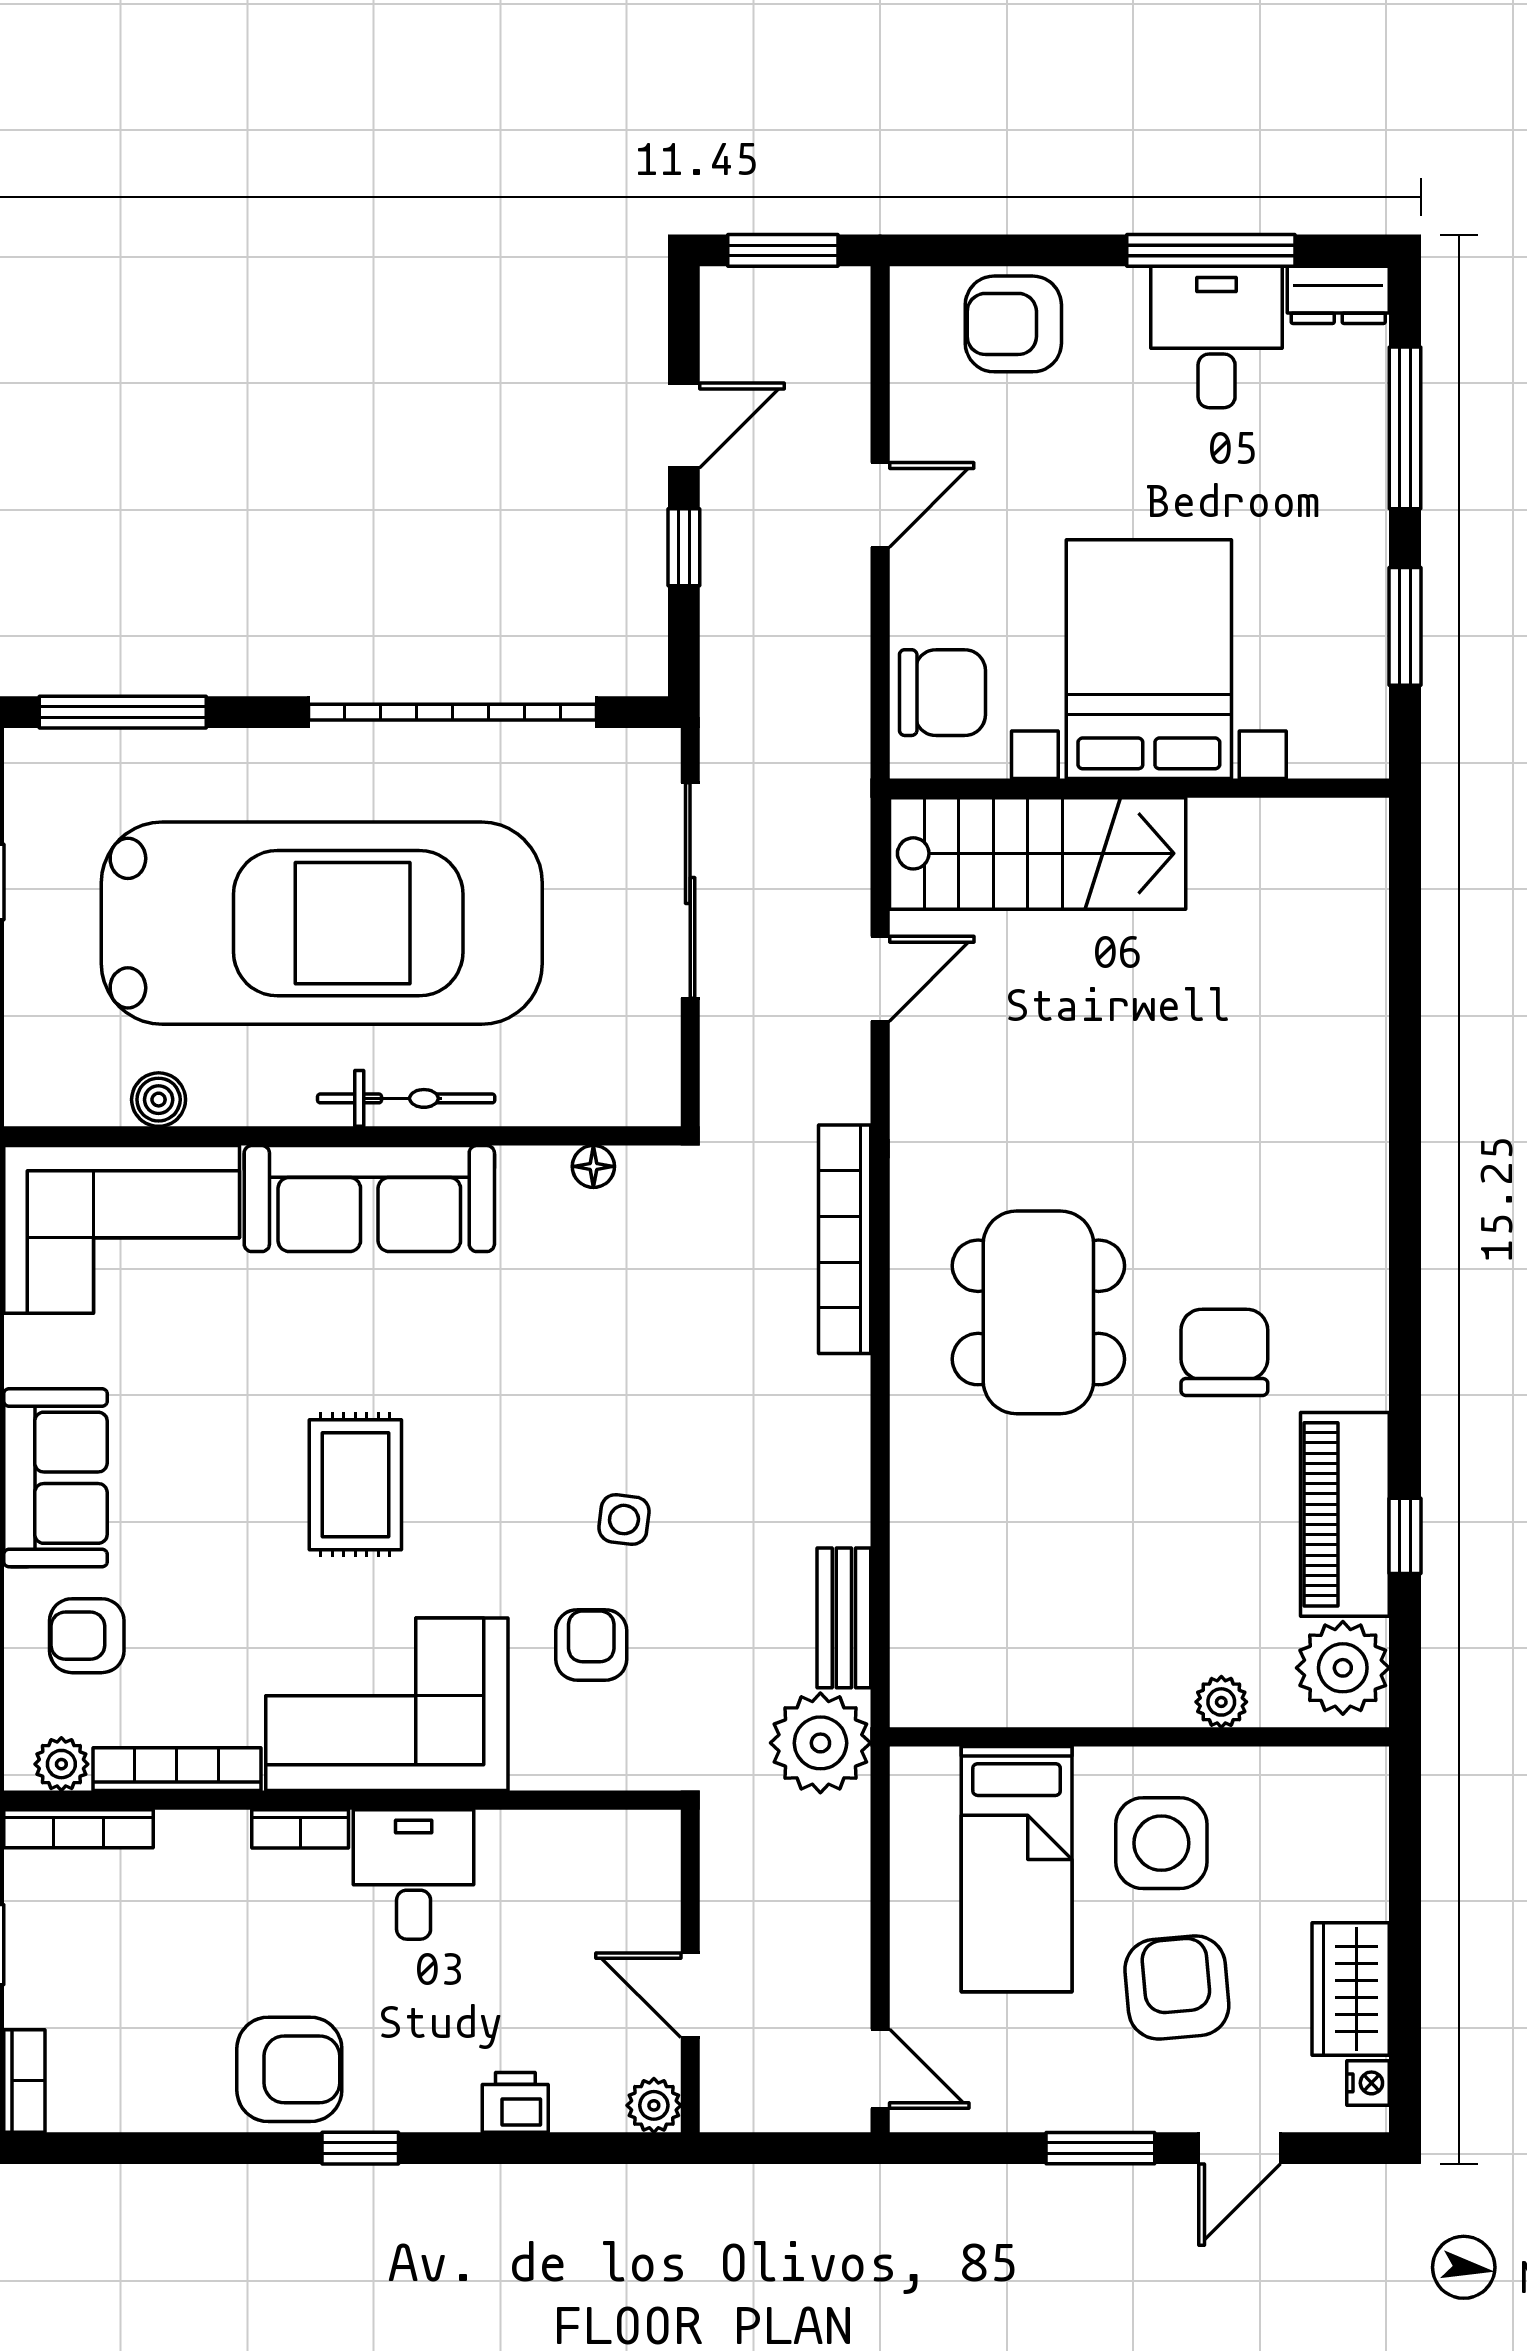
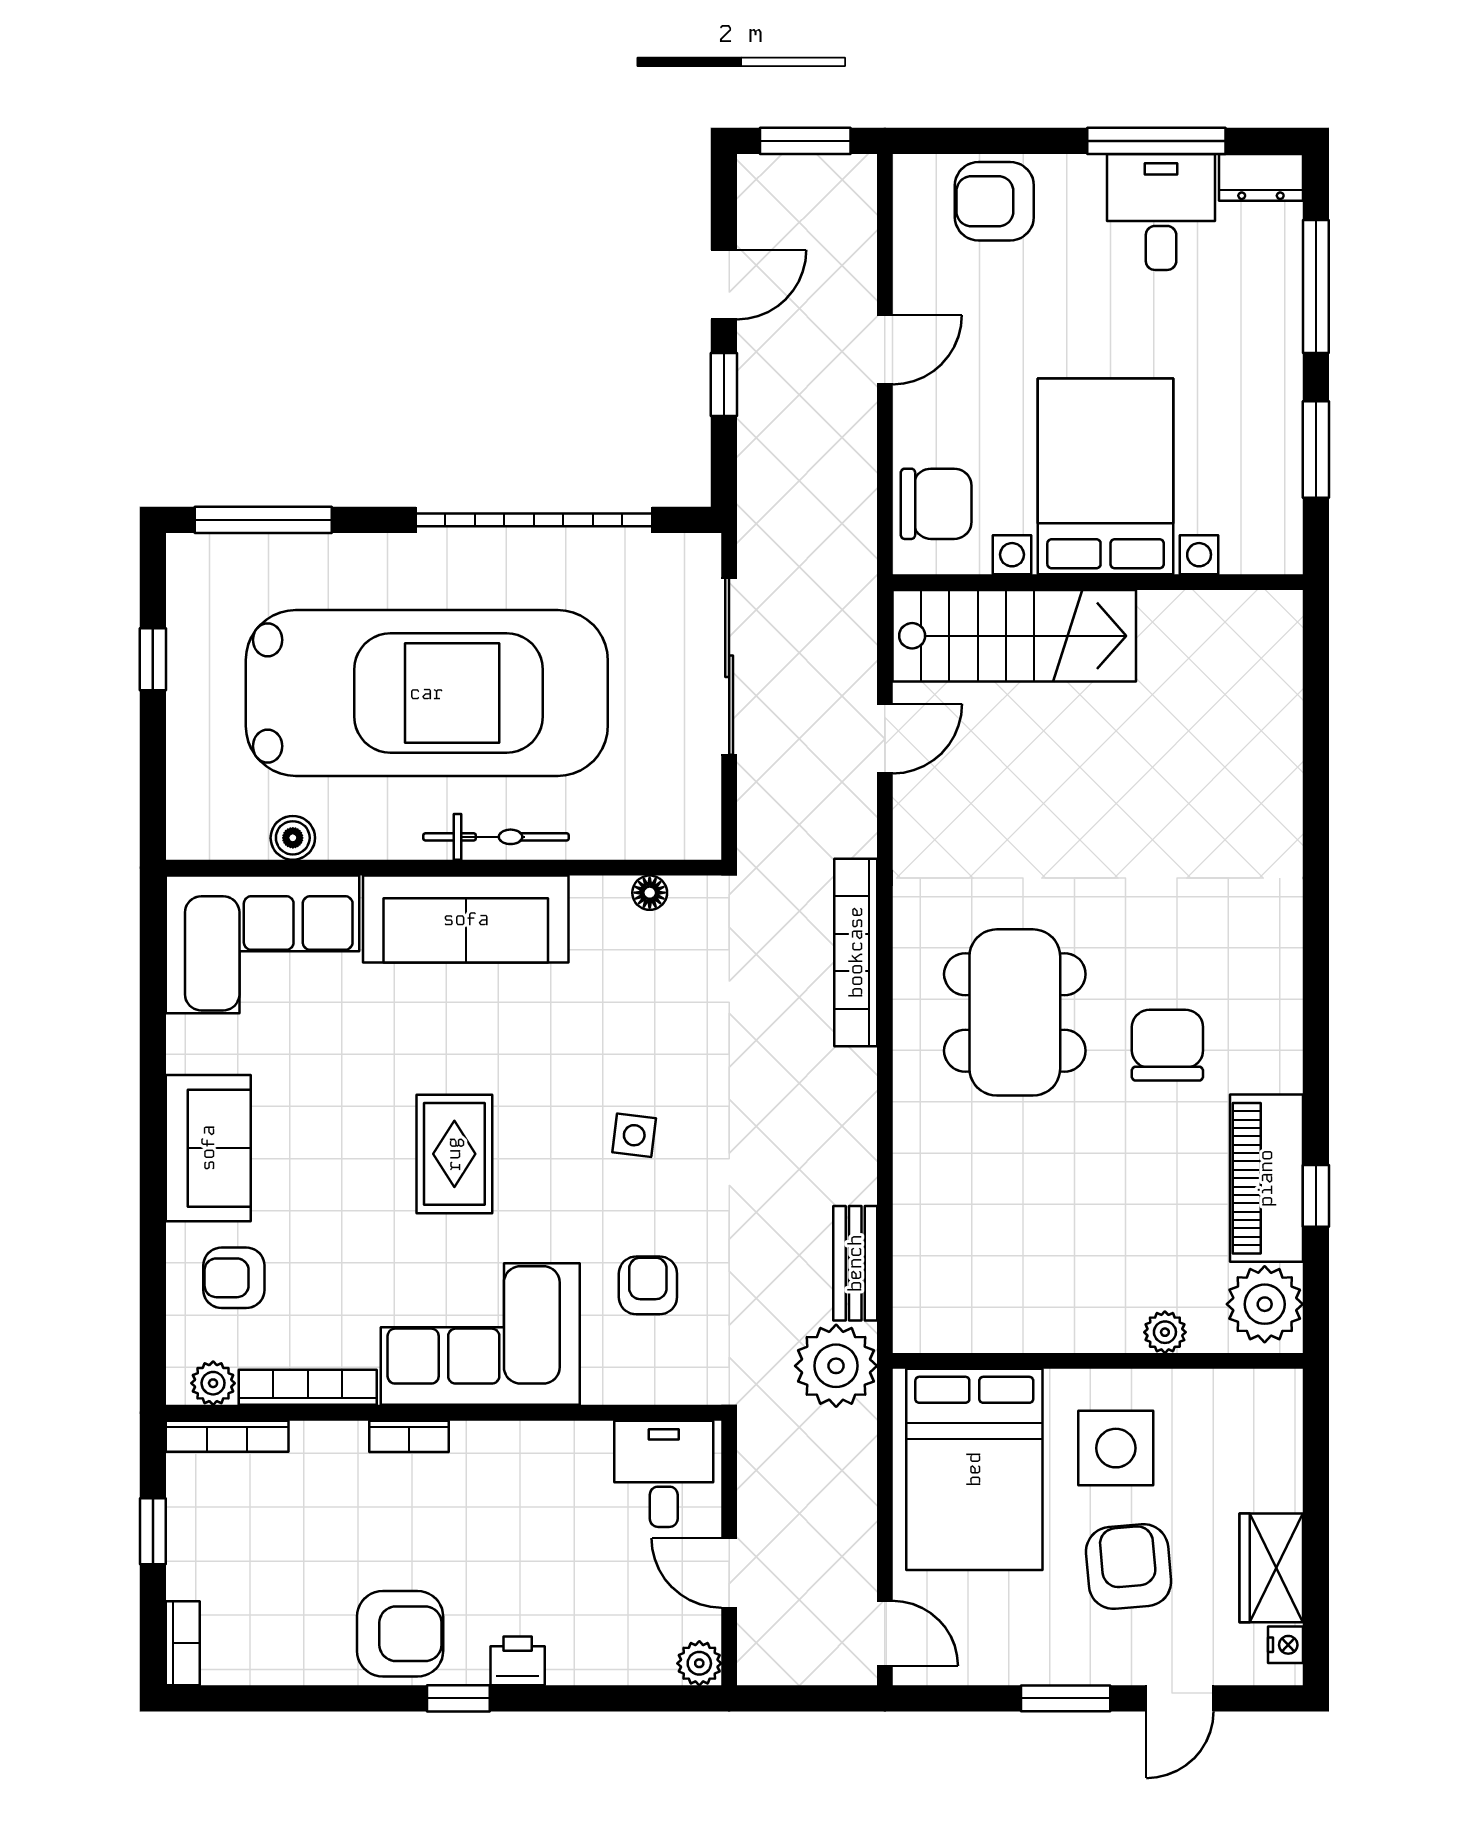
side table: (624, 1520) -> (634, 1135), moved
bed: (1017, 1869) -> (974, 1469), width x1.50
desk: (414, 1874) -> (664, 1474), moved
printer: (515, 2102) -> (518, 1661), moved

